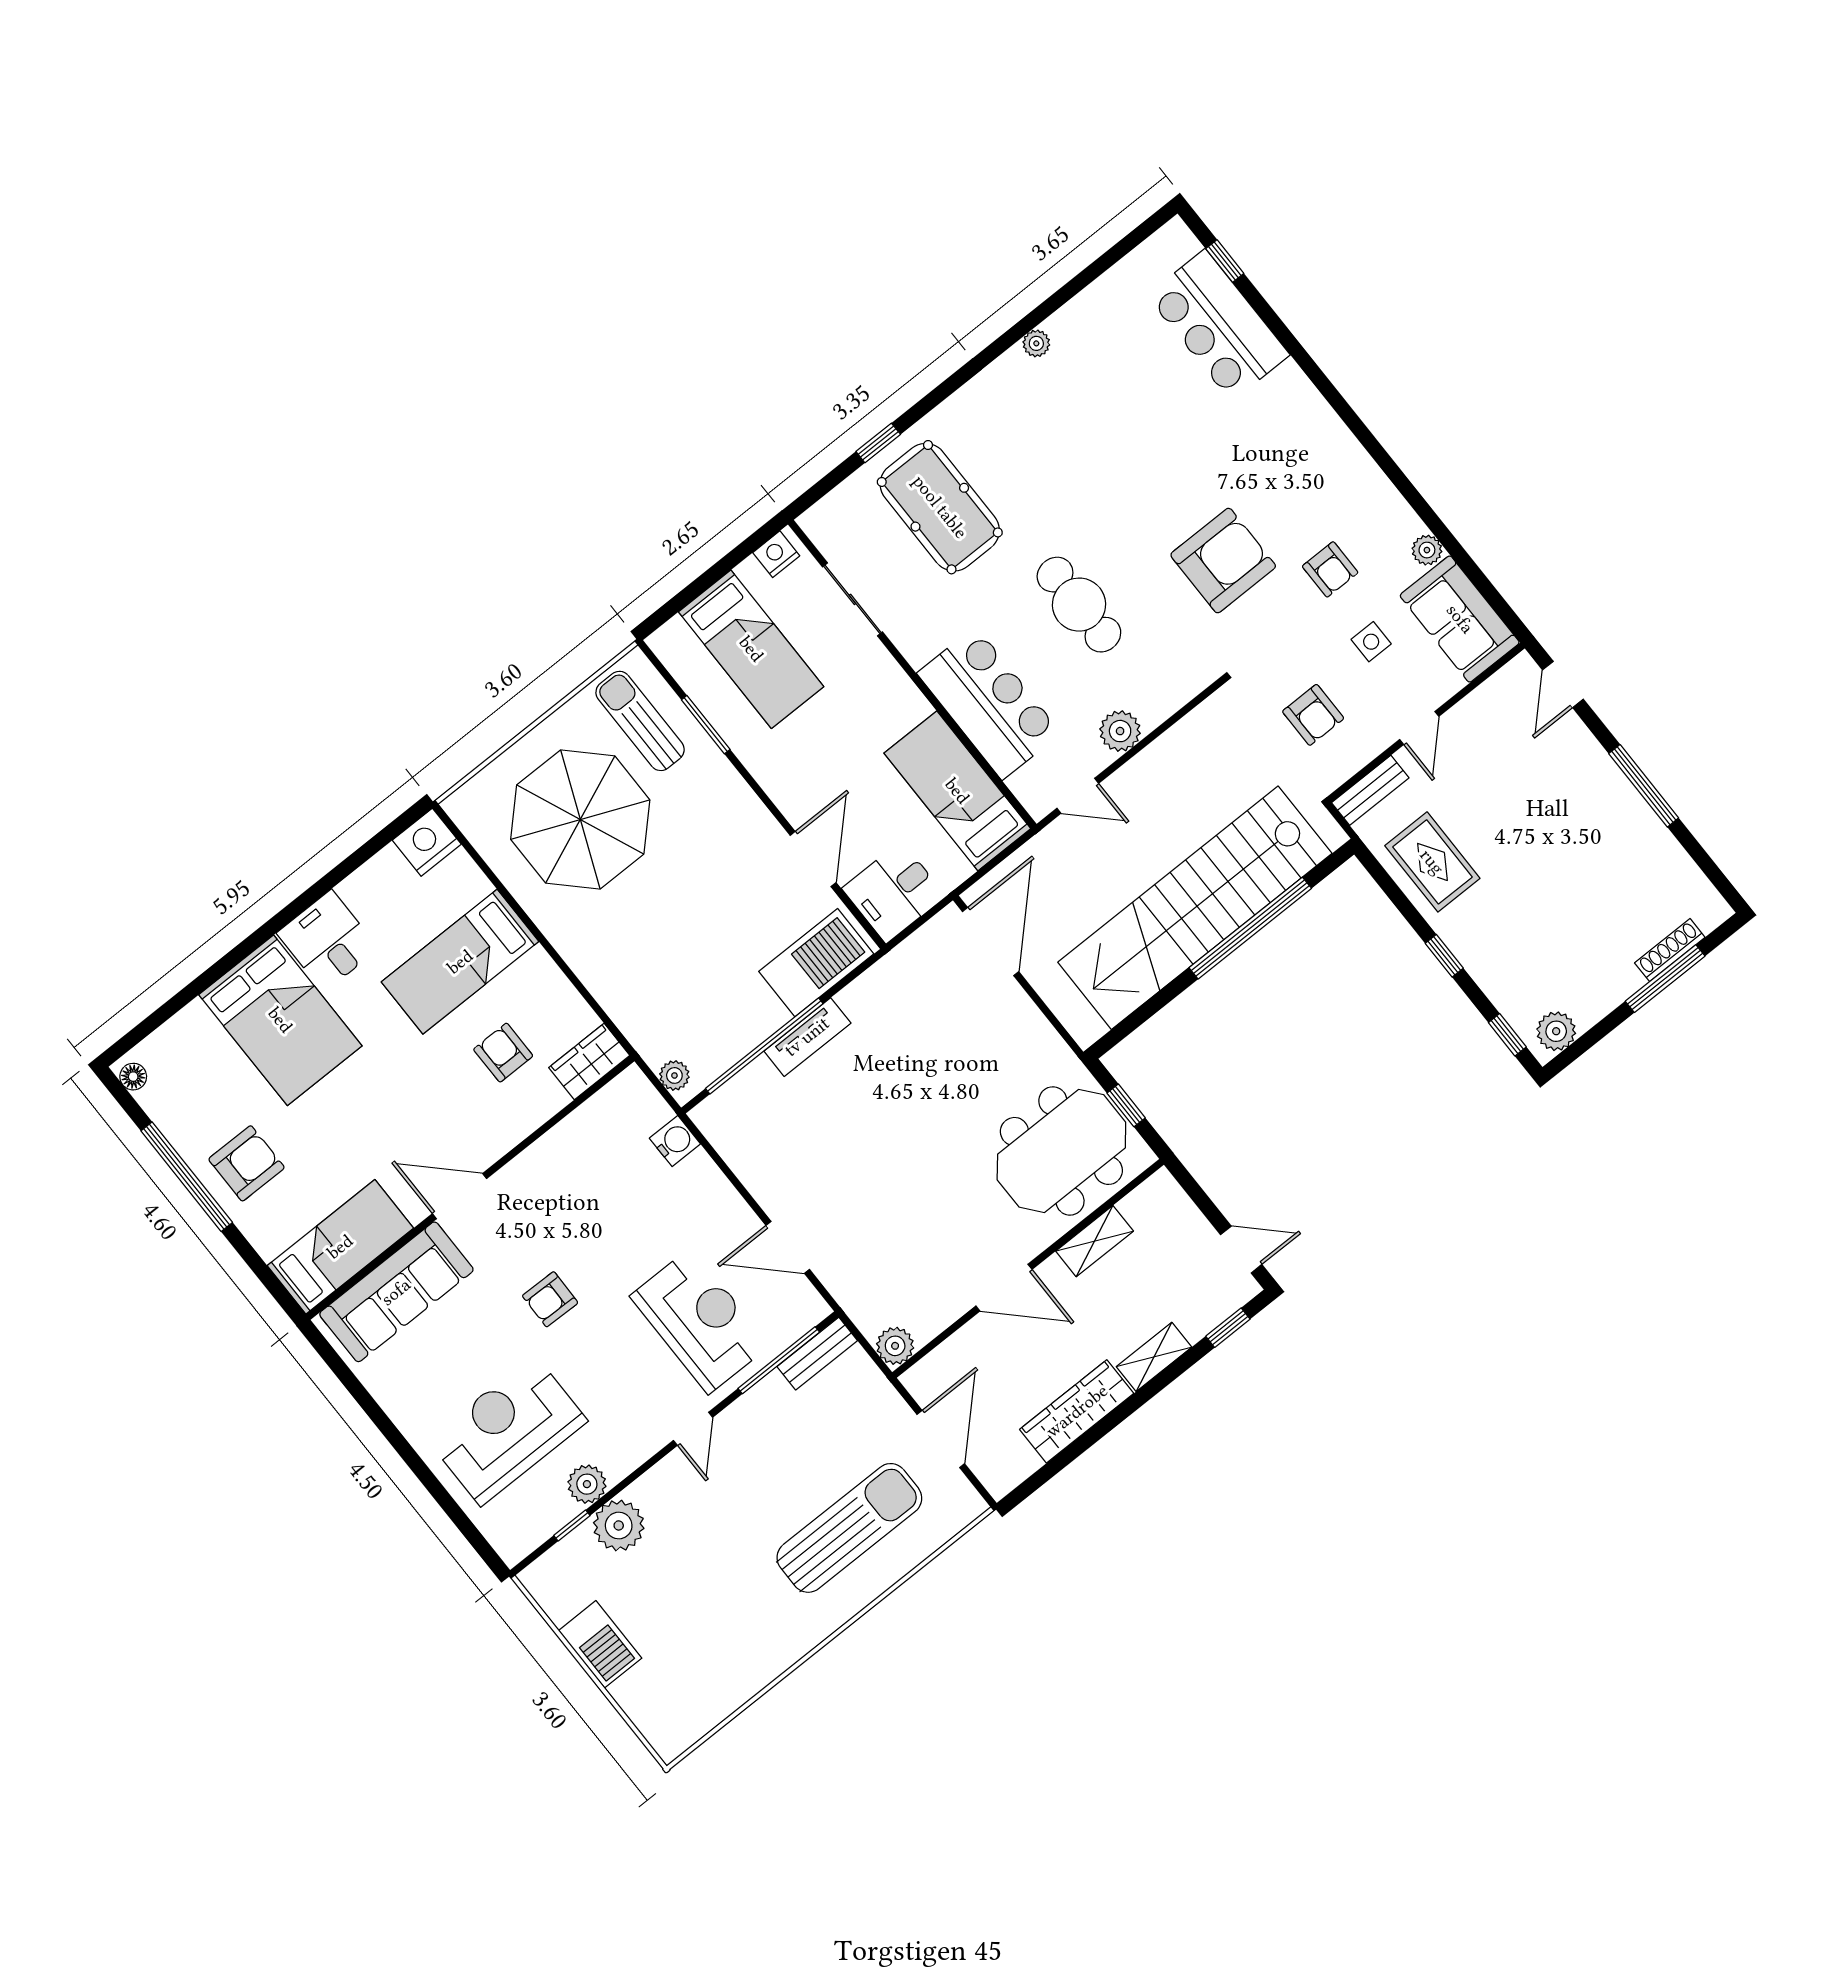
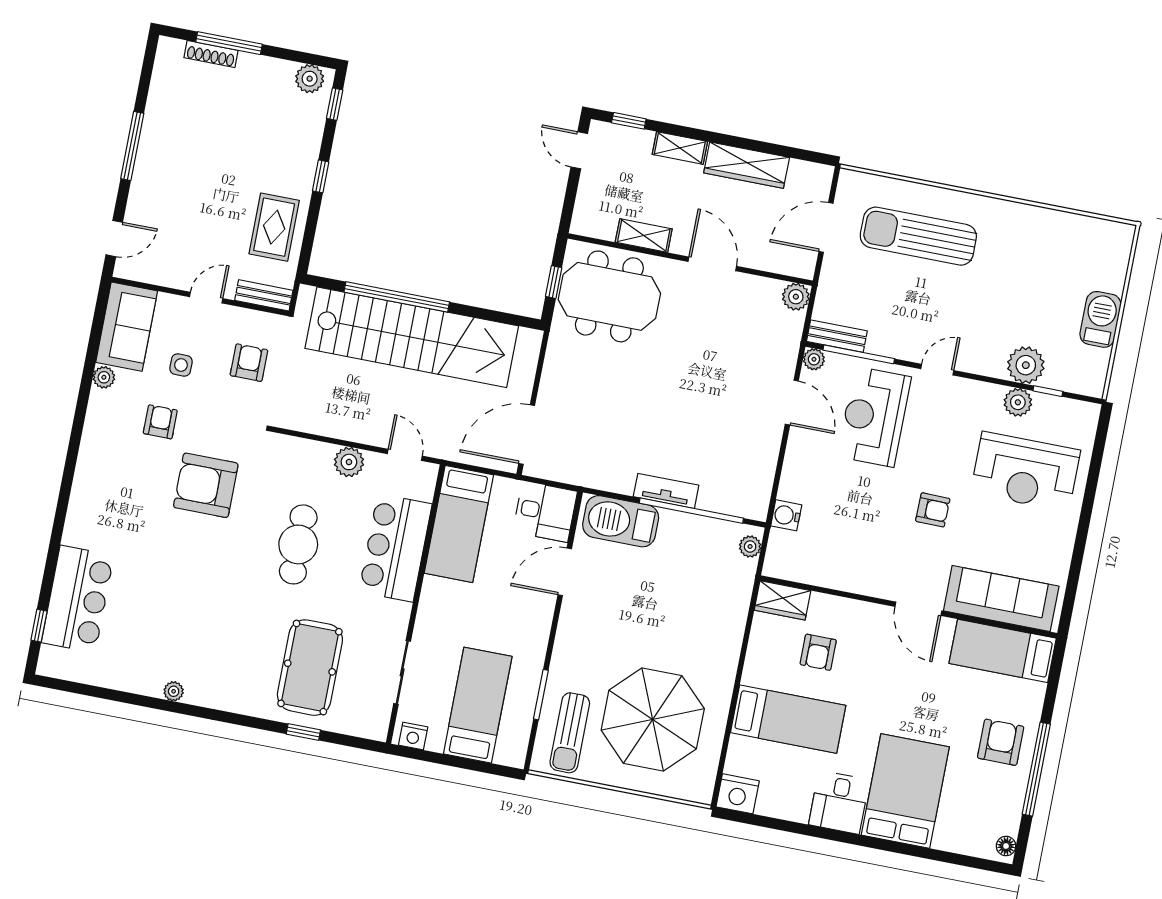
armchair: (247, 1163) -> (1001, 742), turned 90
plant: (813, 1309) -> (814, 359), added

